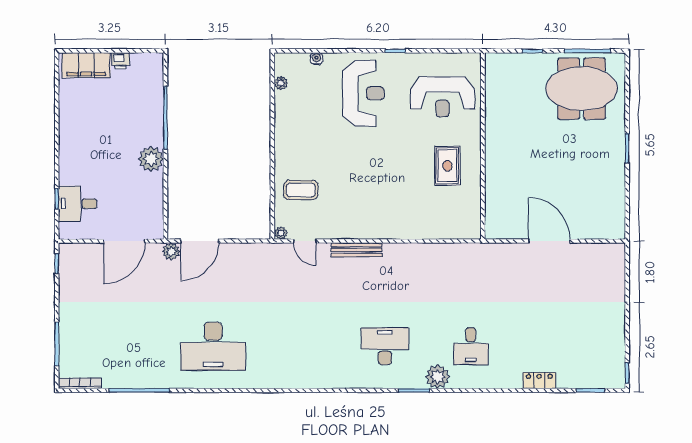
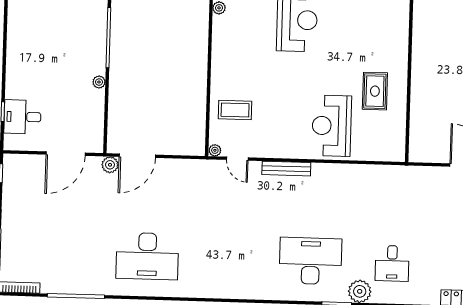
reception desk: (443, 97) -> (332, 126), moved, turned 90
plant: (151, 159) -> (99, 82), width x0.53, depth x0.53
desk: (385, 346) -> (310, 261), width x1.36, depth x1.30

